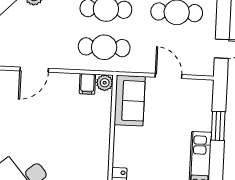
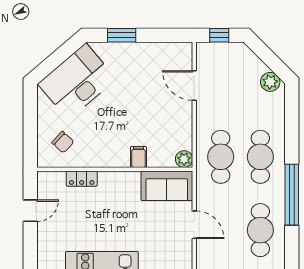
door: (169, 76) -> (194, 225), hinge flipped
filing cabinet: (87, 84) -> (138, 157), moved, turned 90

